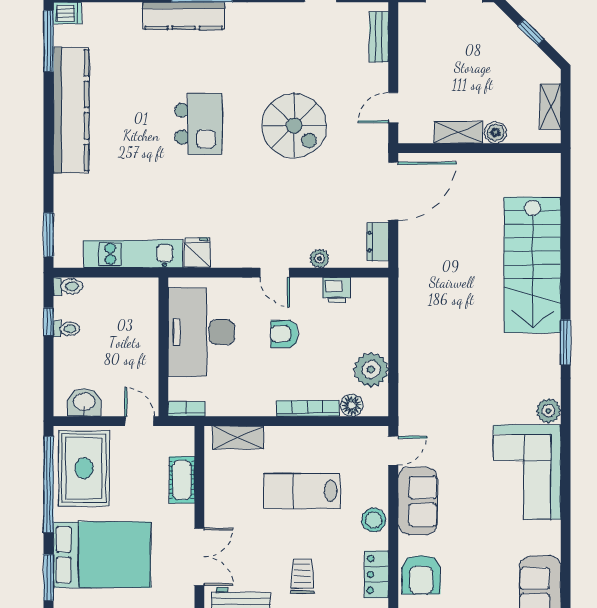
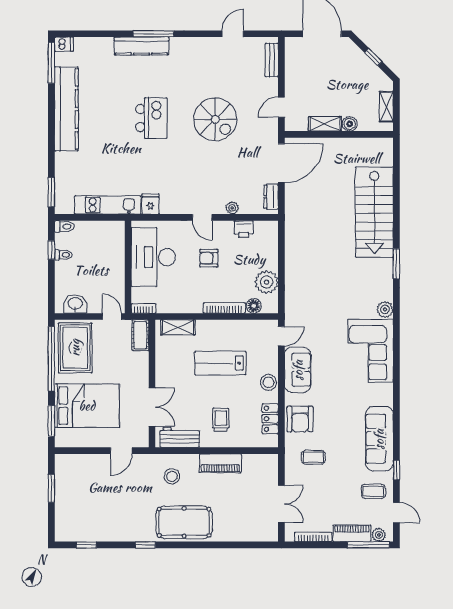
cot: (182, 480) -> (140, 335), moved

